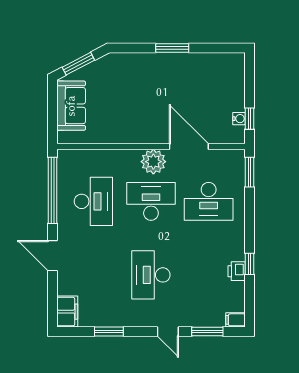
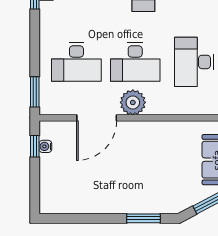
window: (172, 48) -> (144, 218), moved
door: (189, 147) -> (97, 118), hinge flipped
desk: (209, 201) -> (76, 62), turned 180

